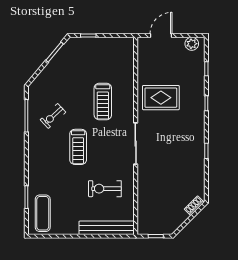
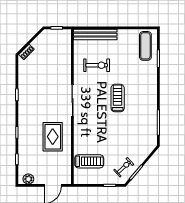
rug: (161, 98) -> (53, 137), turned 90
treadmill: (103, 102) -> (89, 161), moved, turned 90
exercise bike: (53, 116) -> (124, 167), moved

